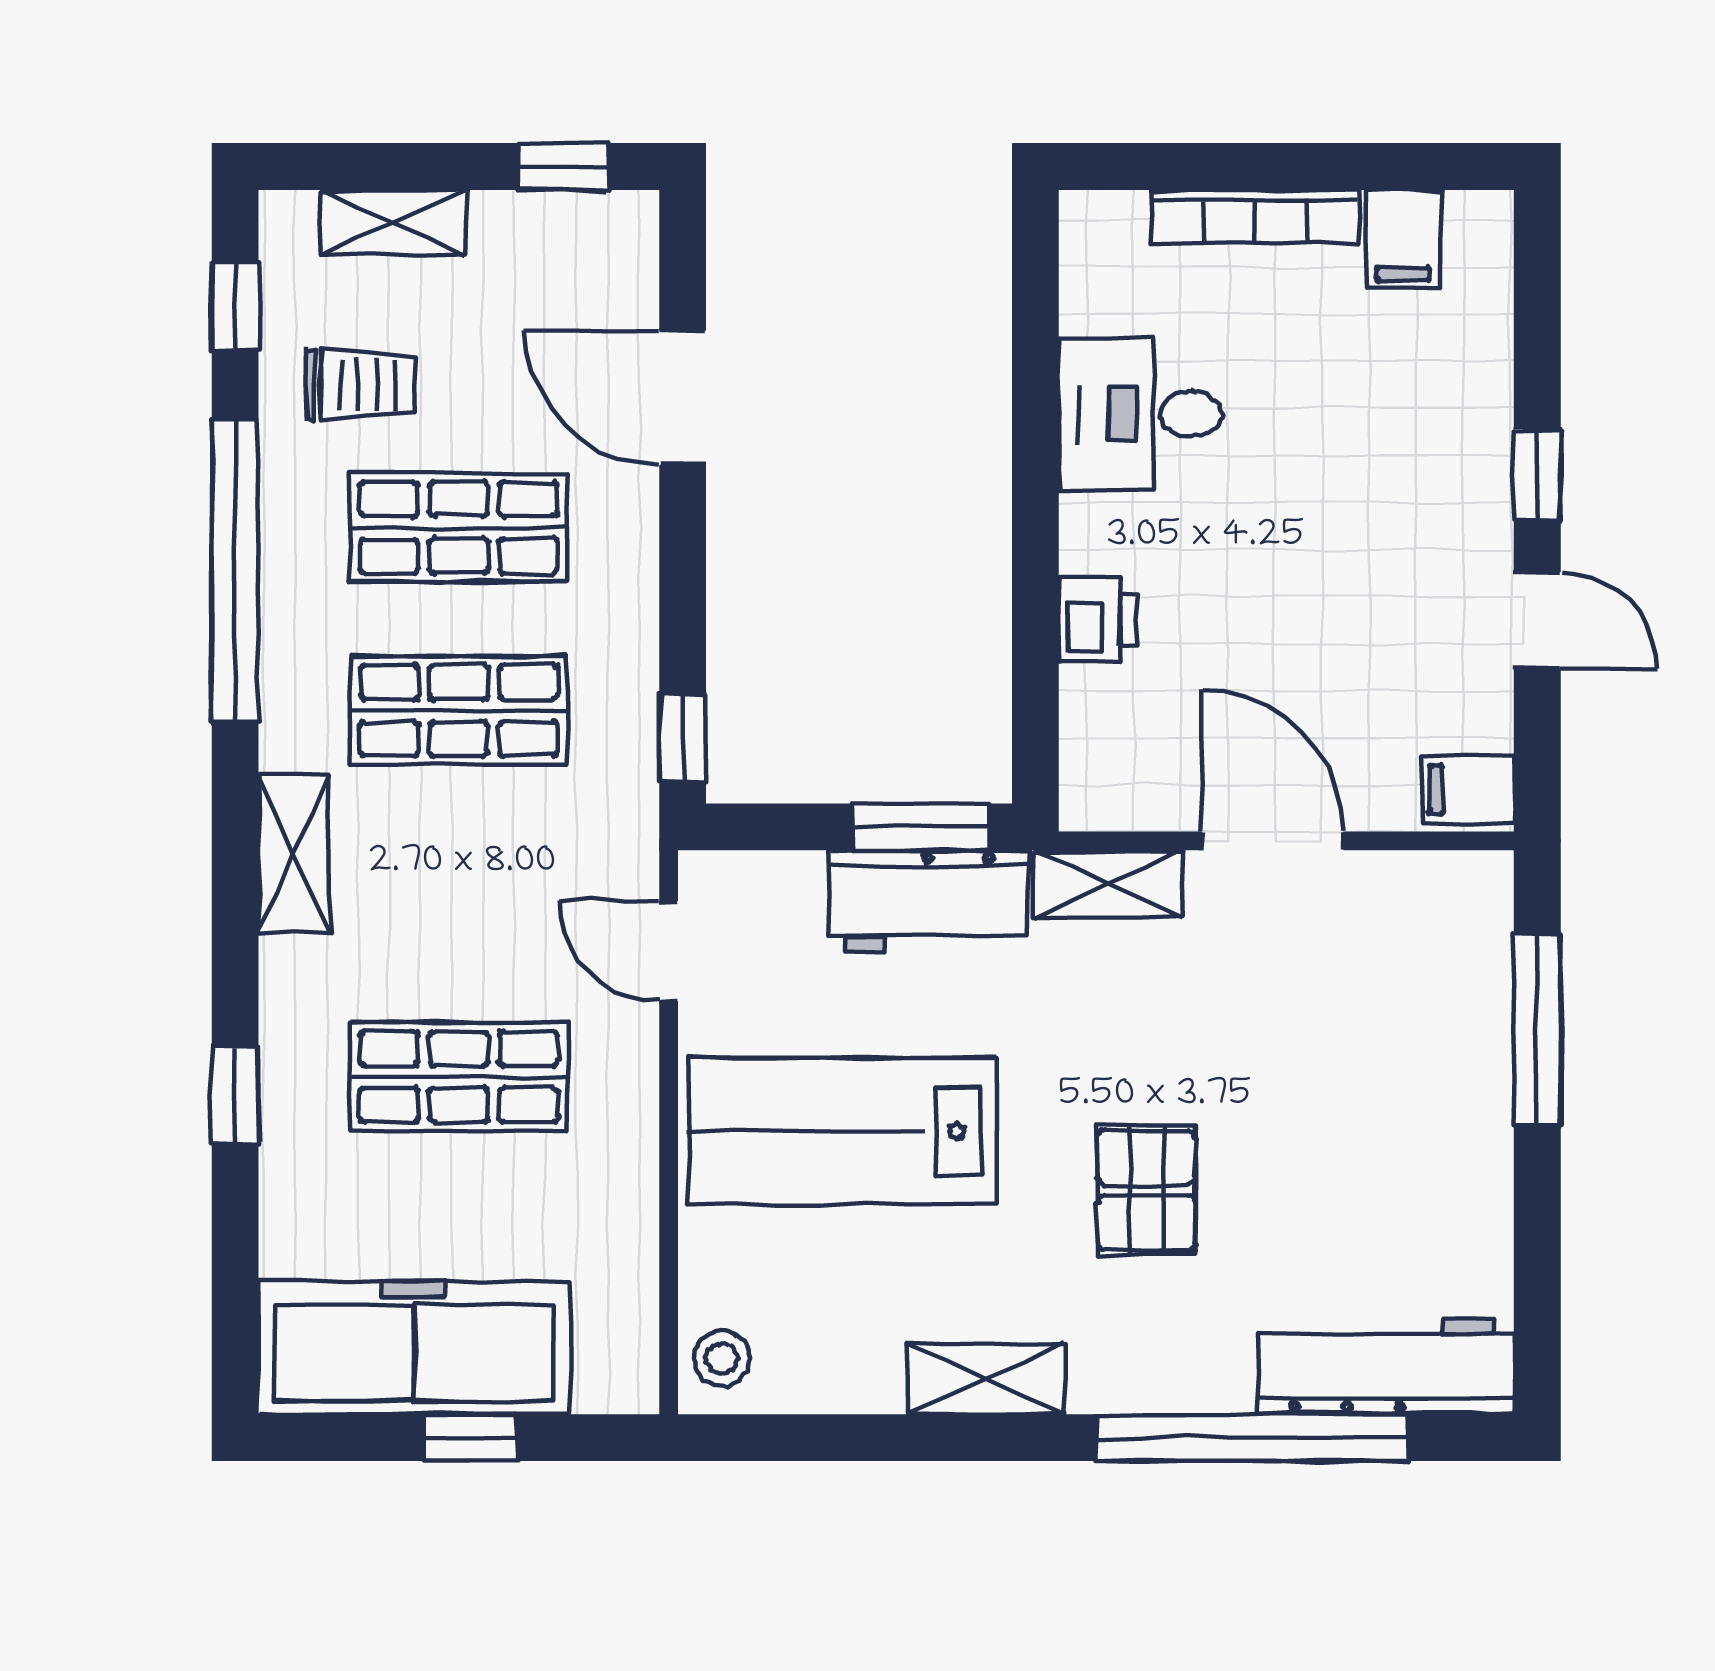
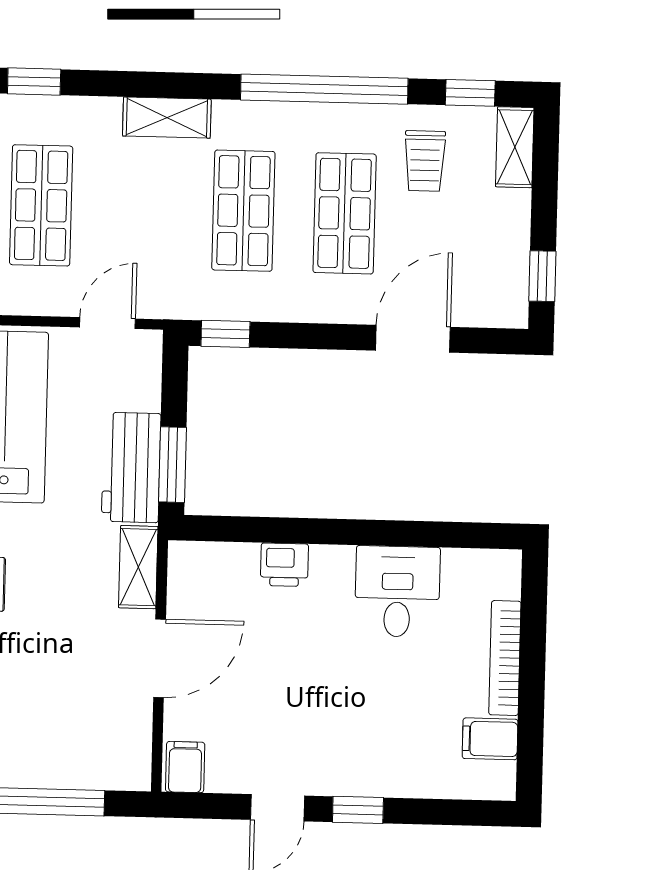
shelving: (393, 223) -> (515, 147), moved

